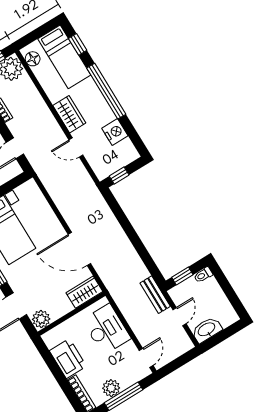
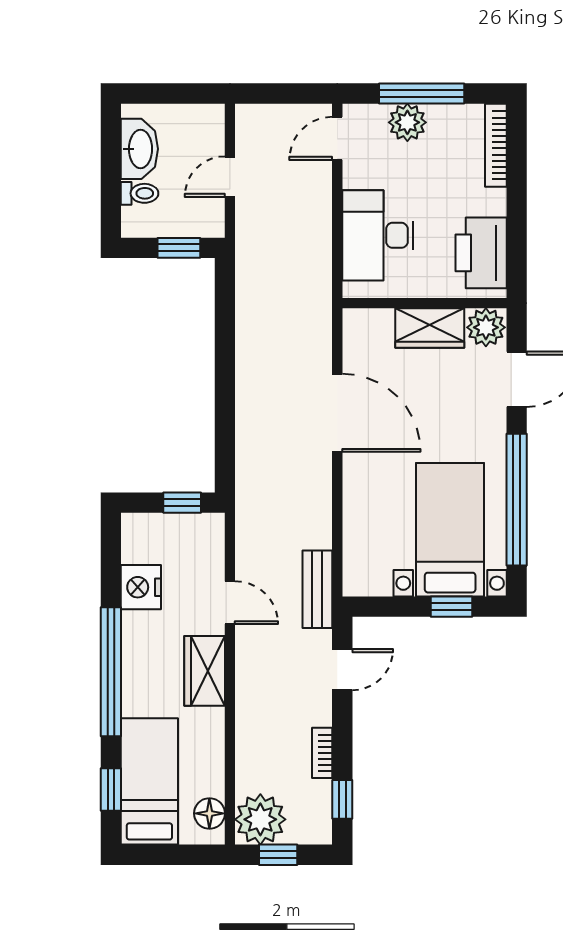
toilet: (203, 275) -> (140, 193), moved
wardrobe: (84, 292) -> (430, 328), moved
bench: (155, 295) -> (317, 589), moved
washbasin: (207, 330) -> (139, 149), moved, turned -90
printer: (68, 359) -> (481, 253), moved
plant: (111, 388) -> (407, 122), moved

